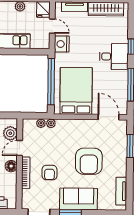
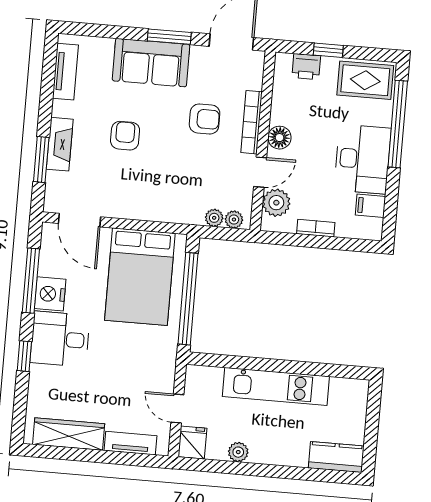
nightstand: (62, 44) -> (50, 294), moved, turned 180
plant: (51, 123) -> (234, 220), moved
fireplace: (121, 154) -> (60, 144), added
armchair: (89, 161) -> (125, 136), width x0.53, depth x0.53
armchair: (50, 173) -> (205, 119), turned 90

